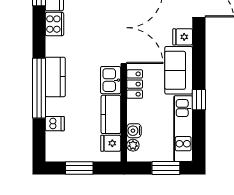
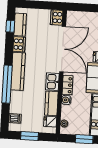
kitchen counter: (55, 77) -> (18, 71), width x1.50
dishwasher: (55, 124) -> (15, 118), moved
water cooler: (134, 131) -> (66, 100), moved

